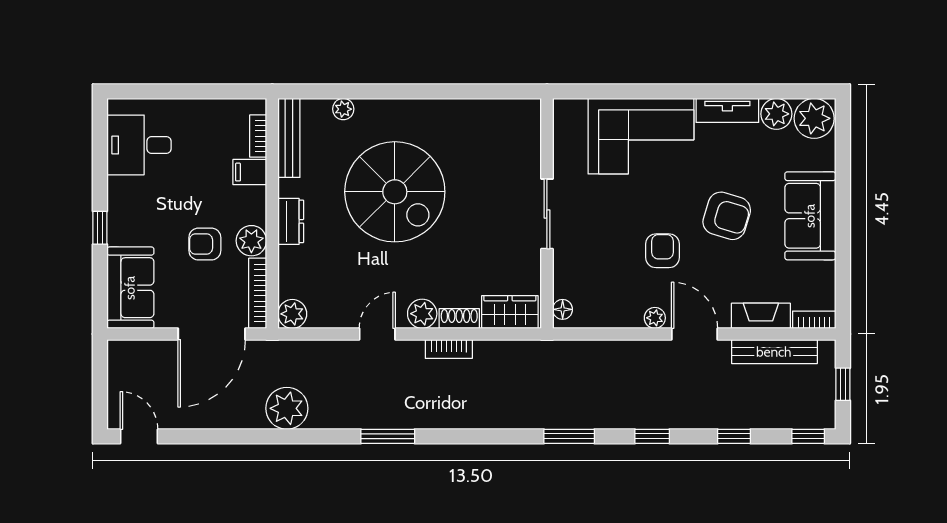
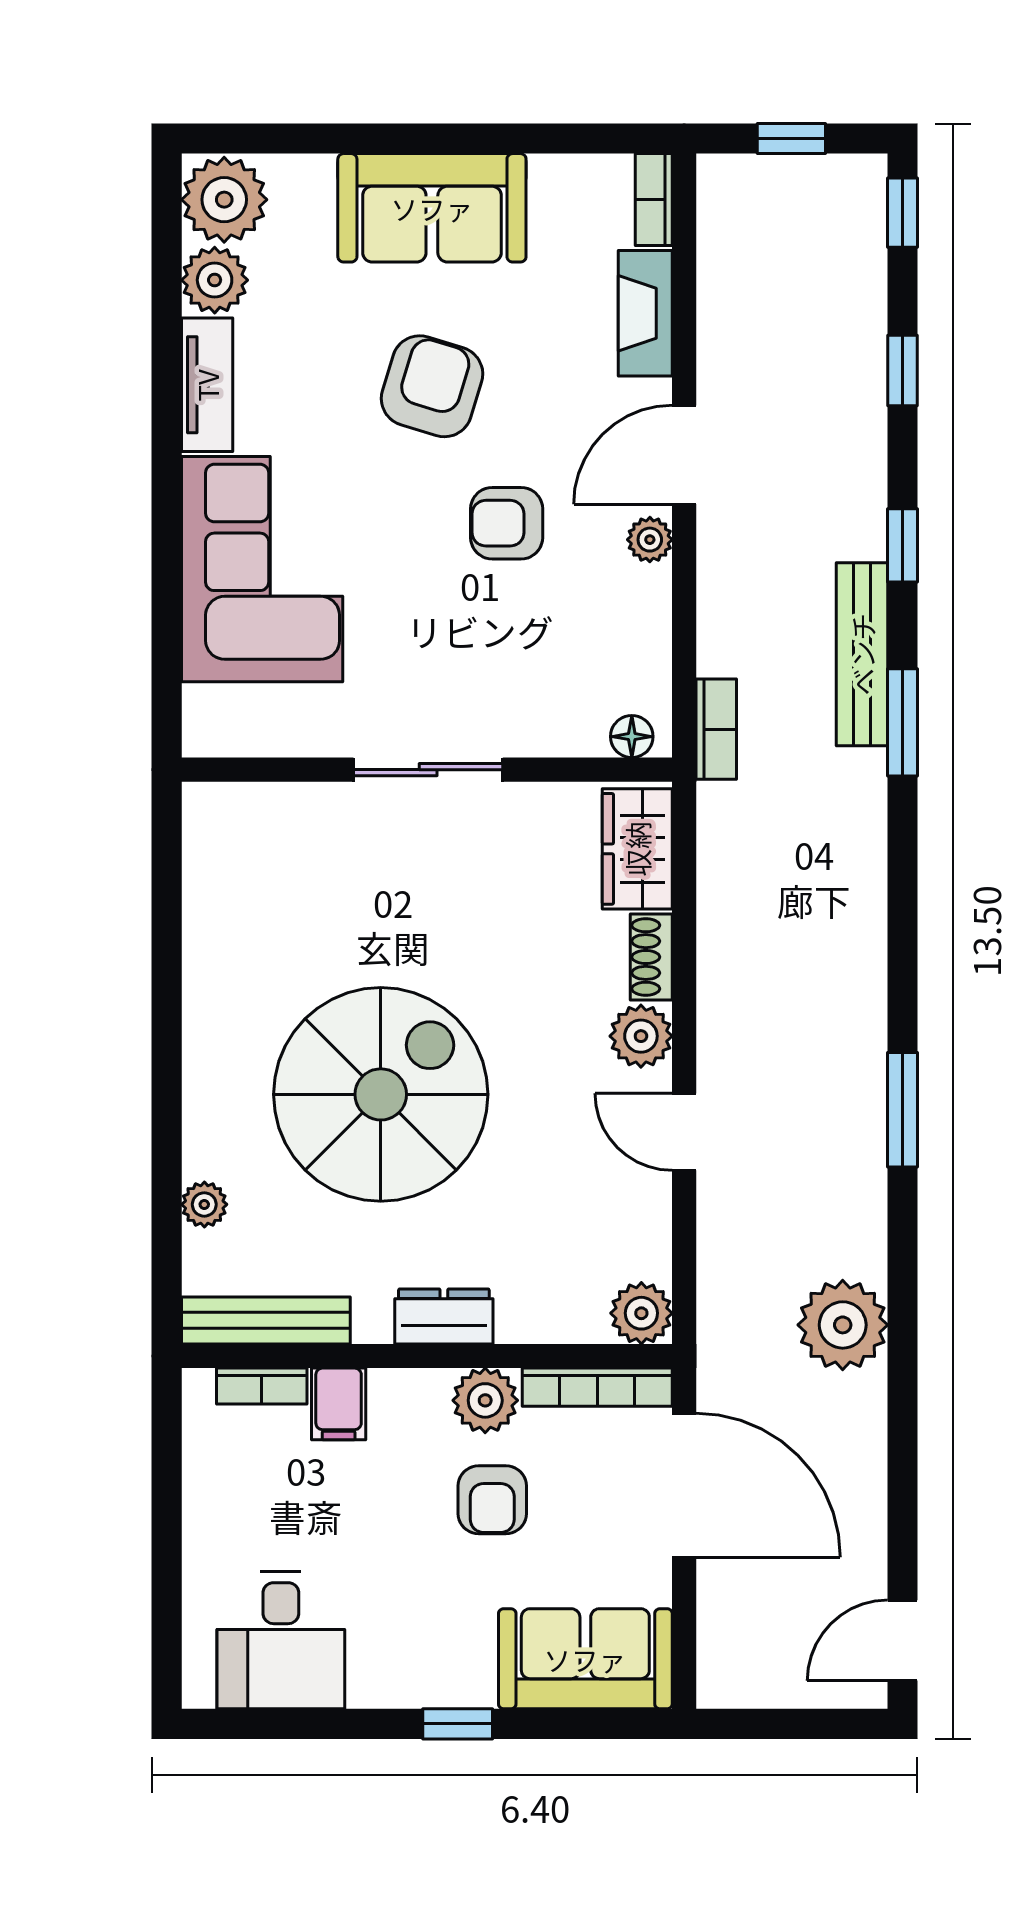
bookcase: (449, 349) -> (716, 729), moved
bench: (774, 352) -> (862, 654), moved

